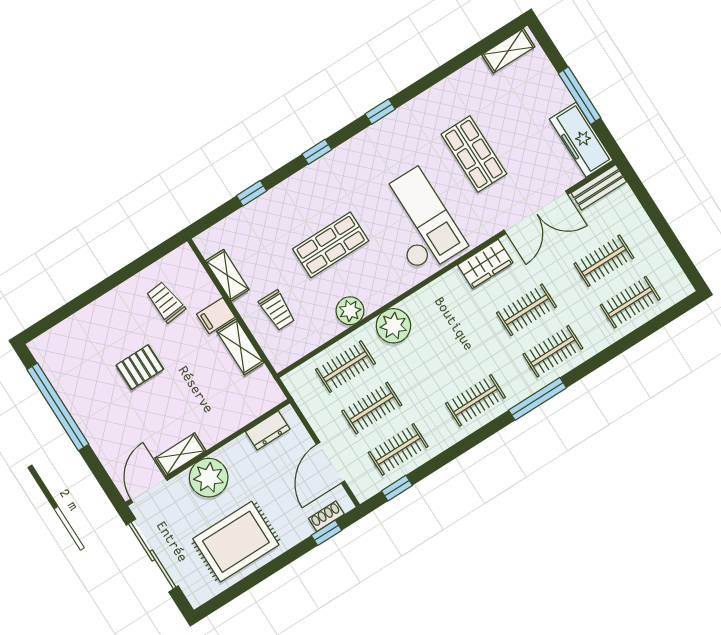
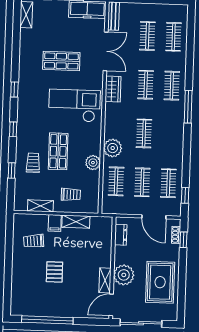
trolley: (286, 218) -> (33, 163), added
clothes rail: (475, 400) -> (144, 133), moved
door: (149, 490) -> (111, 305), hinge flipped

